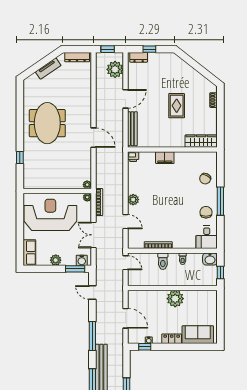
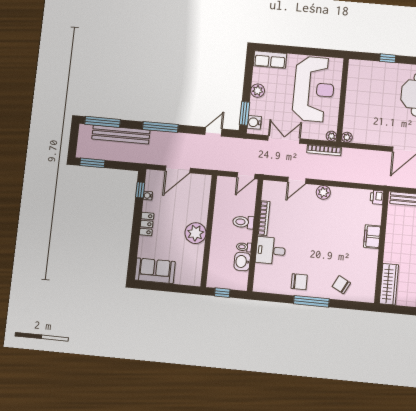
desk: (207, 237) -> (271, 251), moved
washbasin: (210, 259) -> (242, 262), moved
sofa: (198, 335) -> (155, 271), moved, turned -90

